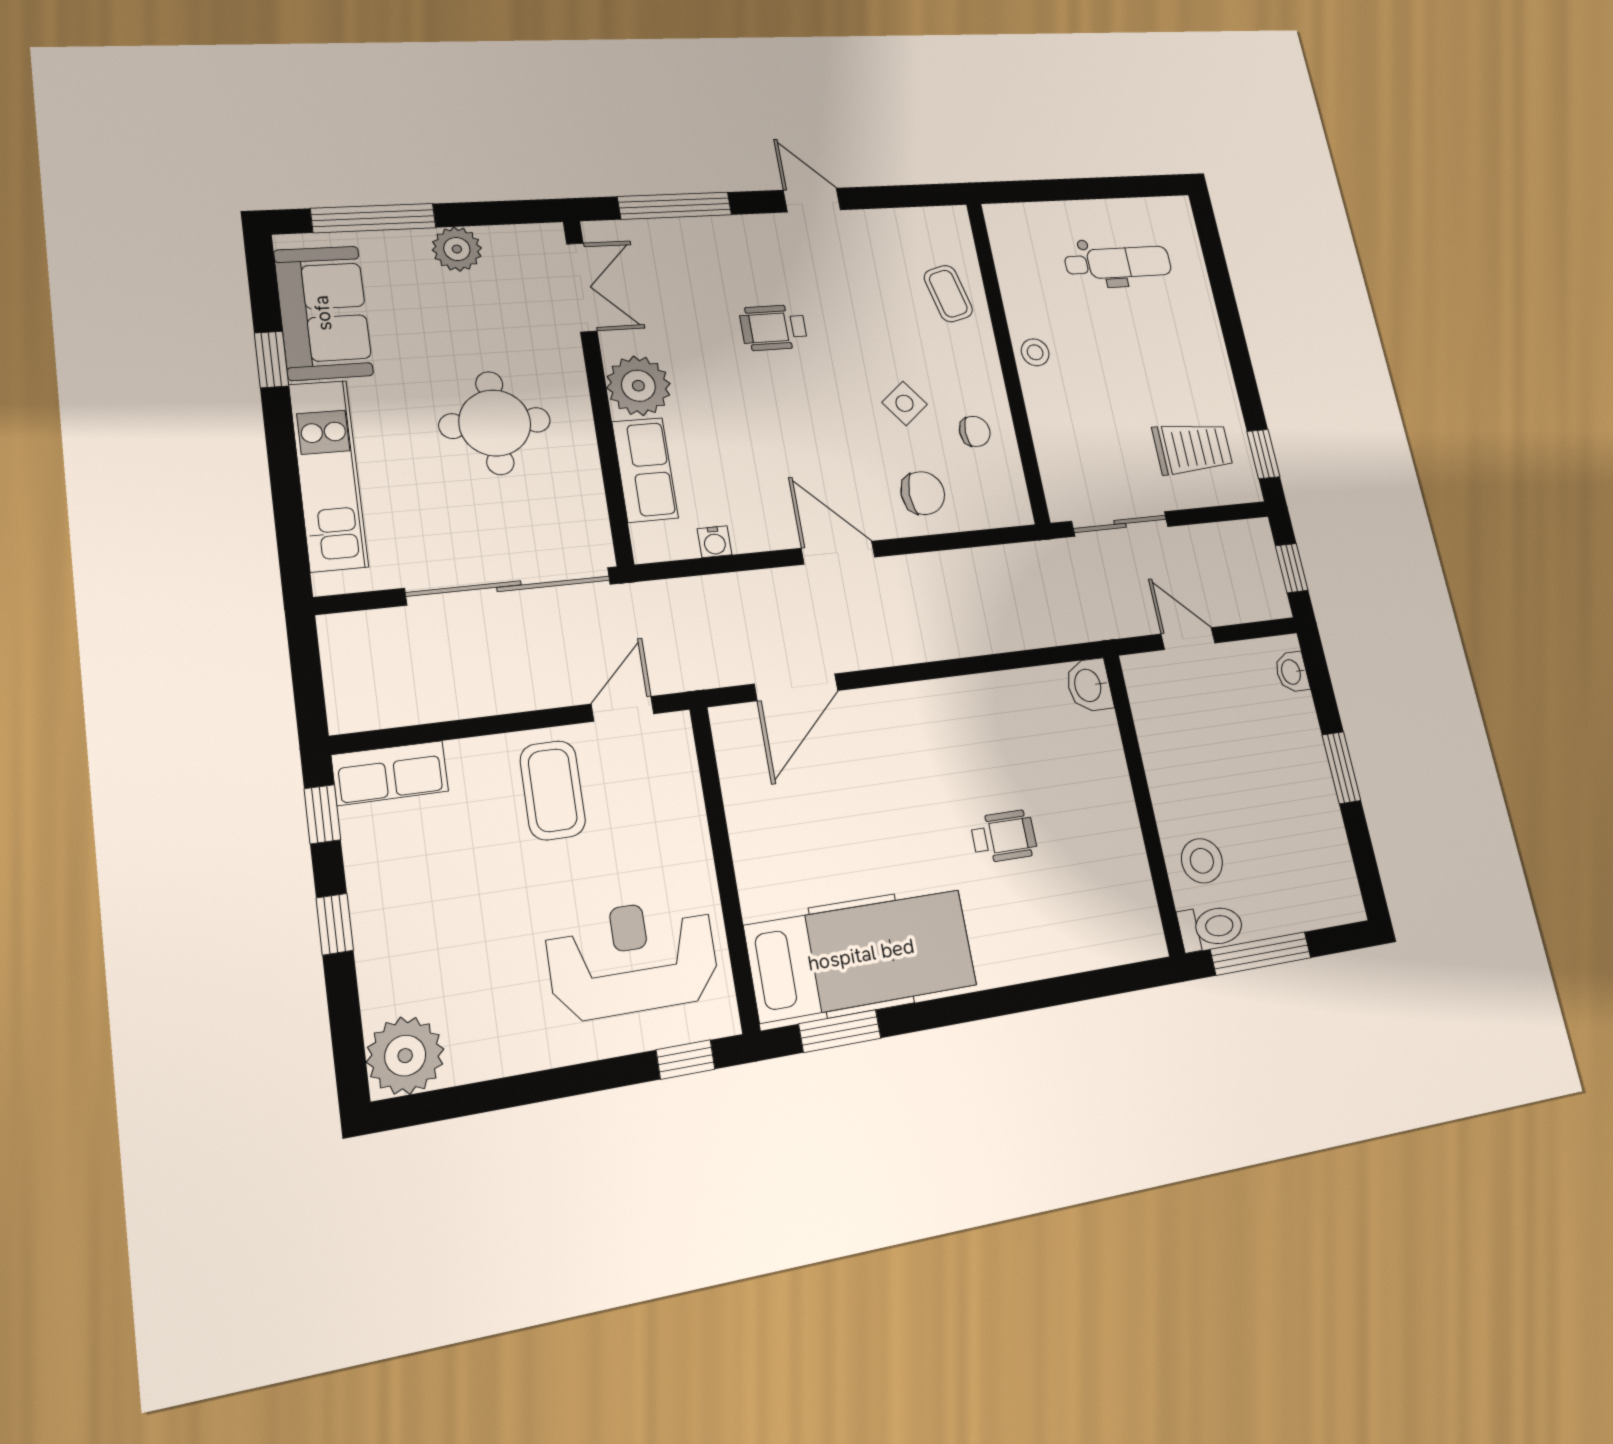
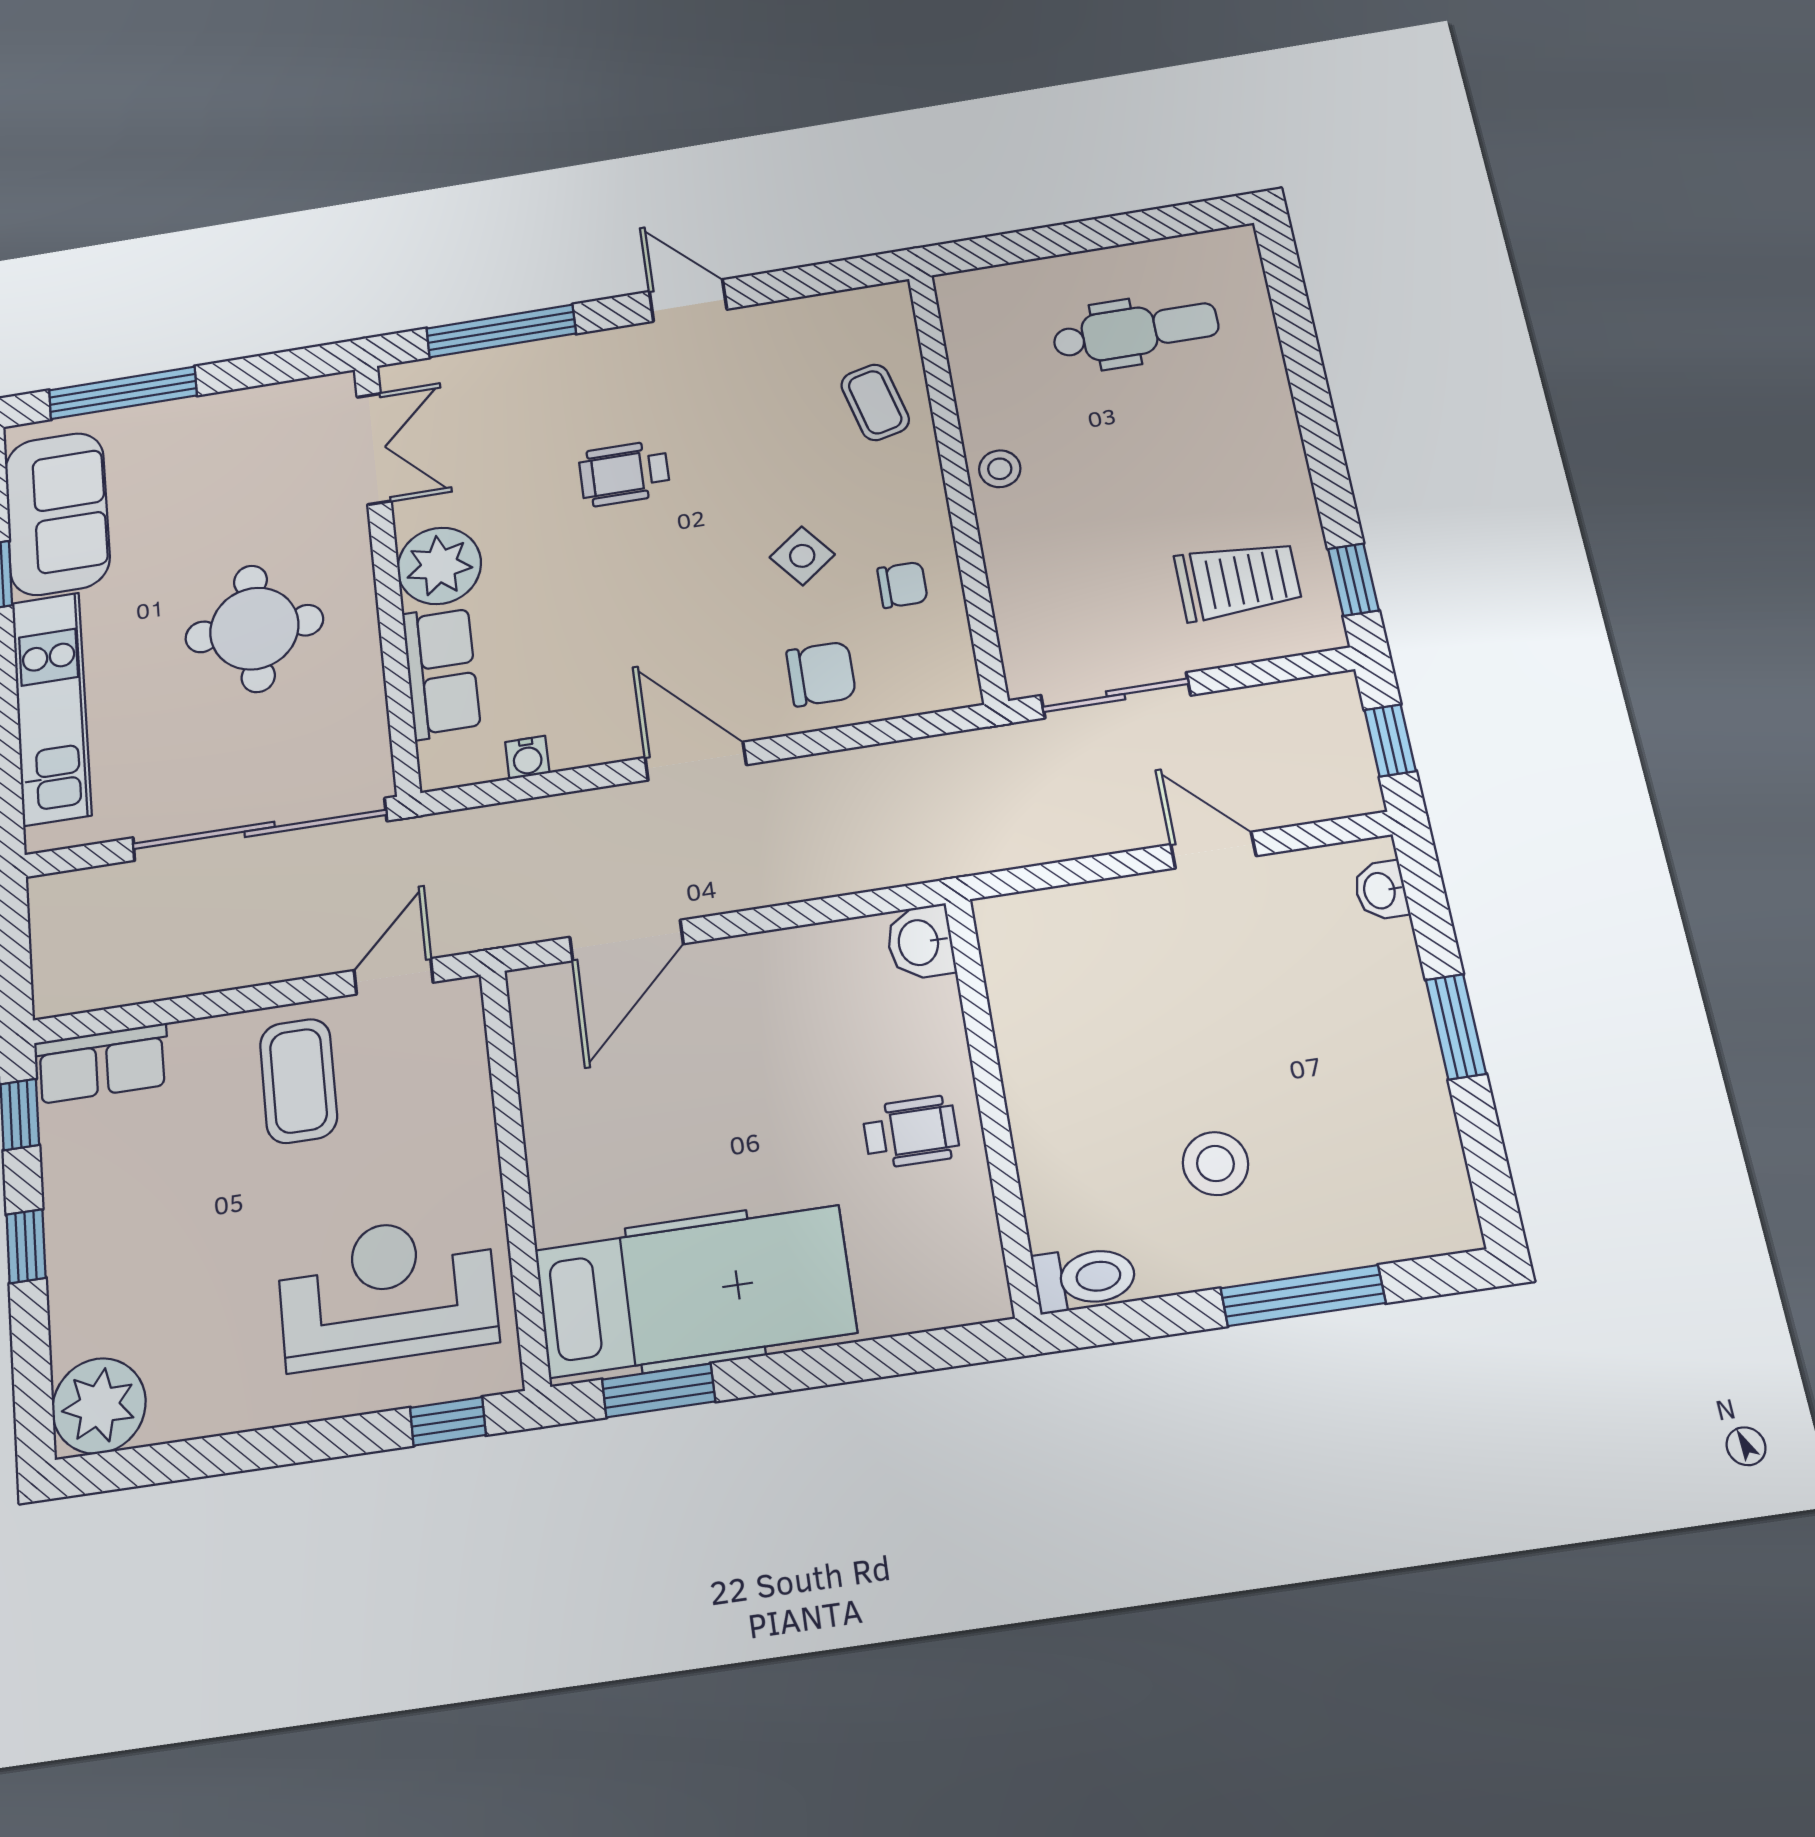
plant: (457, 249) -> (221, 419), removed
washbasin: (1089, 685) -> (920, 942), moved
wall: (1144, 803) -> (992, 1104), moved
toilet: (1211, 927) -> (1085, 1278), moved

